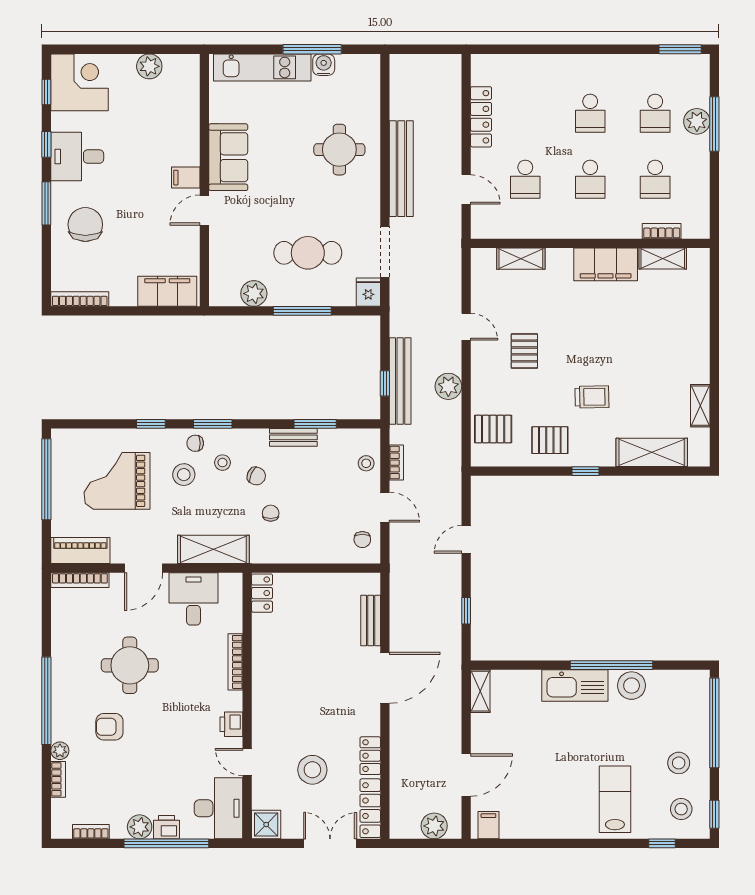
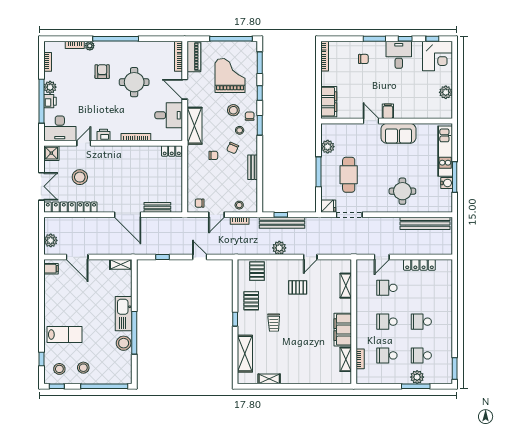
bench: (401, 169) -> (425, 223), moved
chair: (85, 225) -> (363, 59), width x0.54, depth x0.54
window: (315, 424) -> (260, 63), moved

